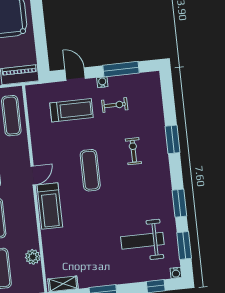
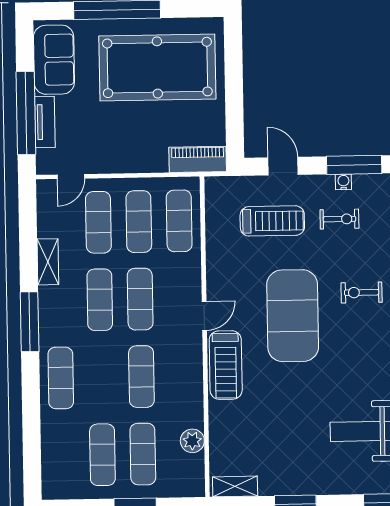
water cooler: (102, 82) -> (343, 182), moved
exercise bike: (133, 151) -> (362, 292), turned -90
exercise mat: (90, 170) -> (293, 316), width x2.00, depth x1.45

